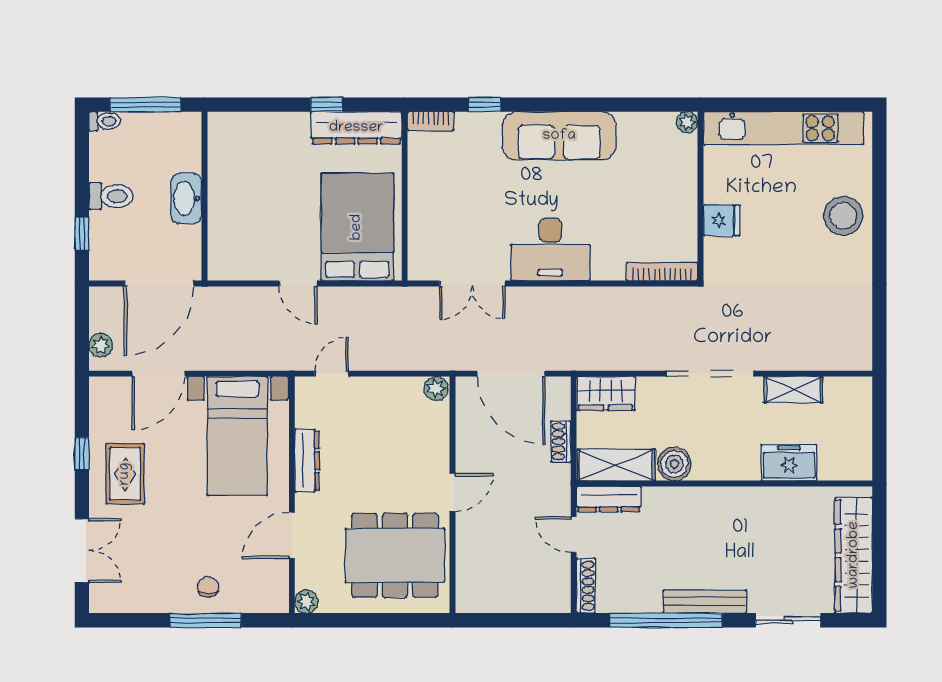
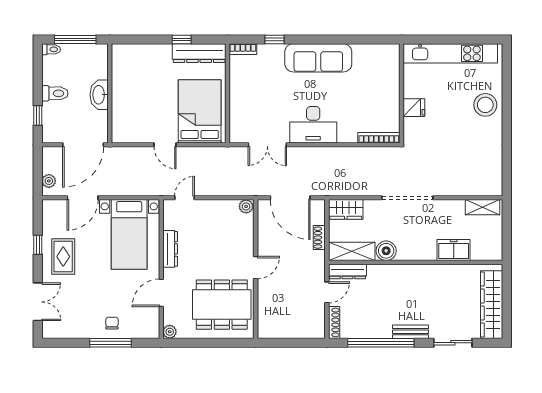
plant: (687, 122) -> (394, 50), removed
shelving: (793, 390) -> (482, 207), moved
door: (574, 535) -> (327, 292), swing flipped
bench: (705, 602) -> (410, 332), width x0.73

